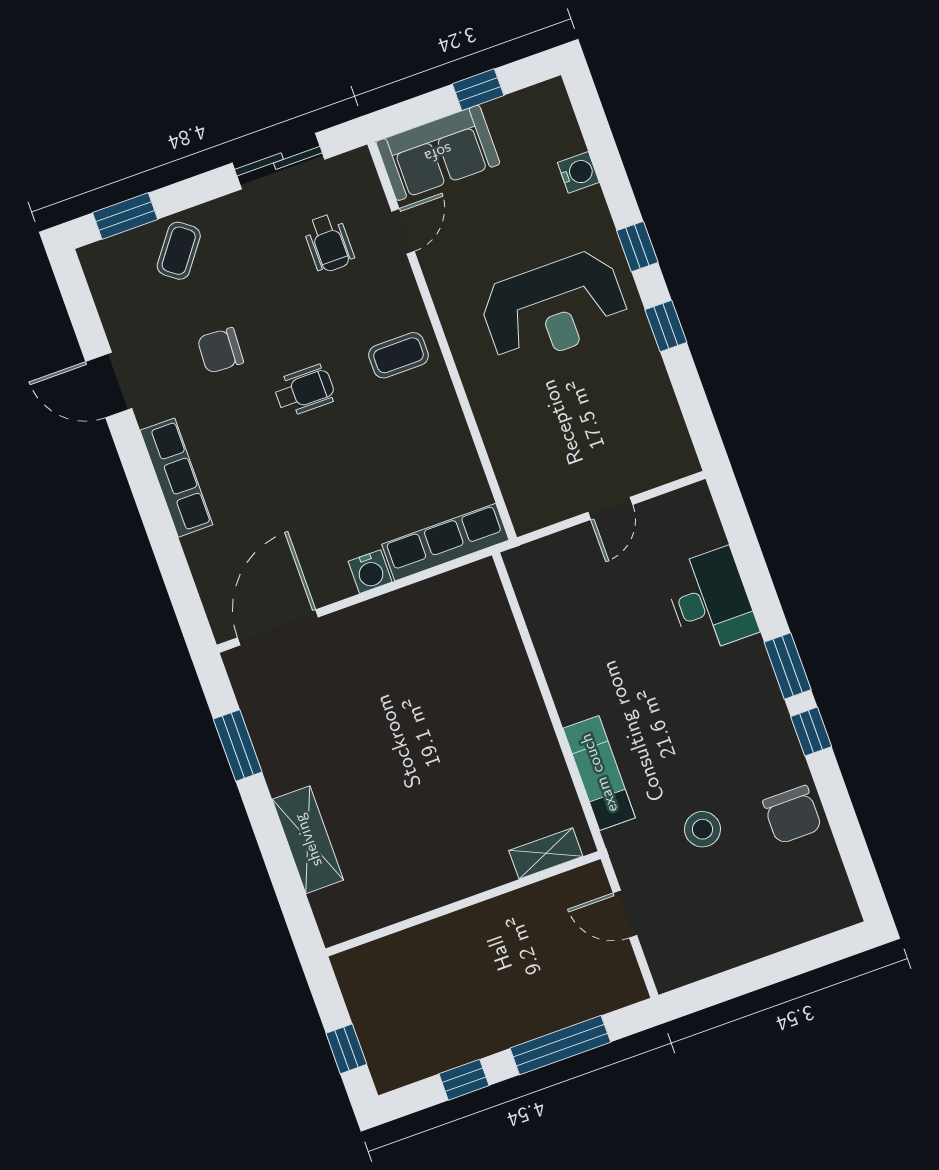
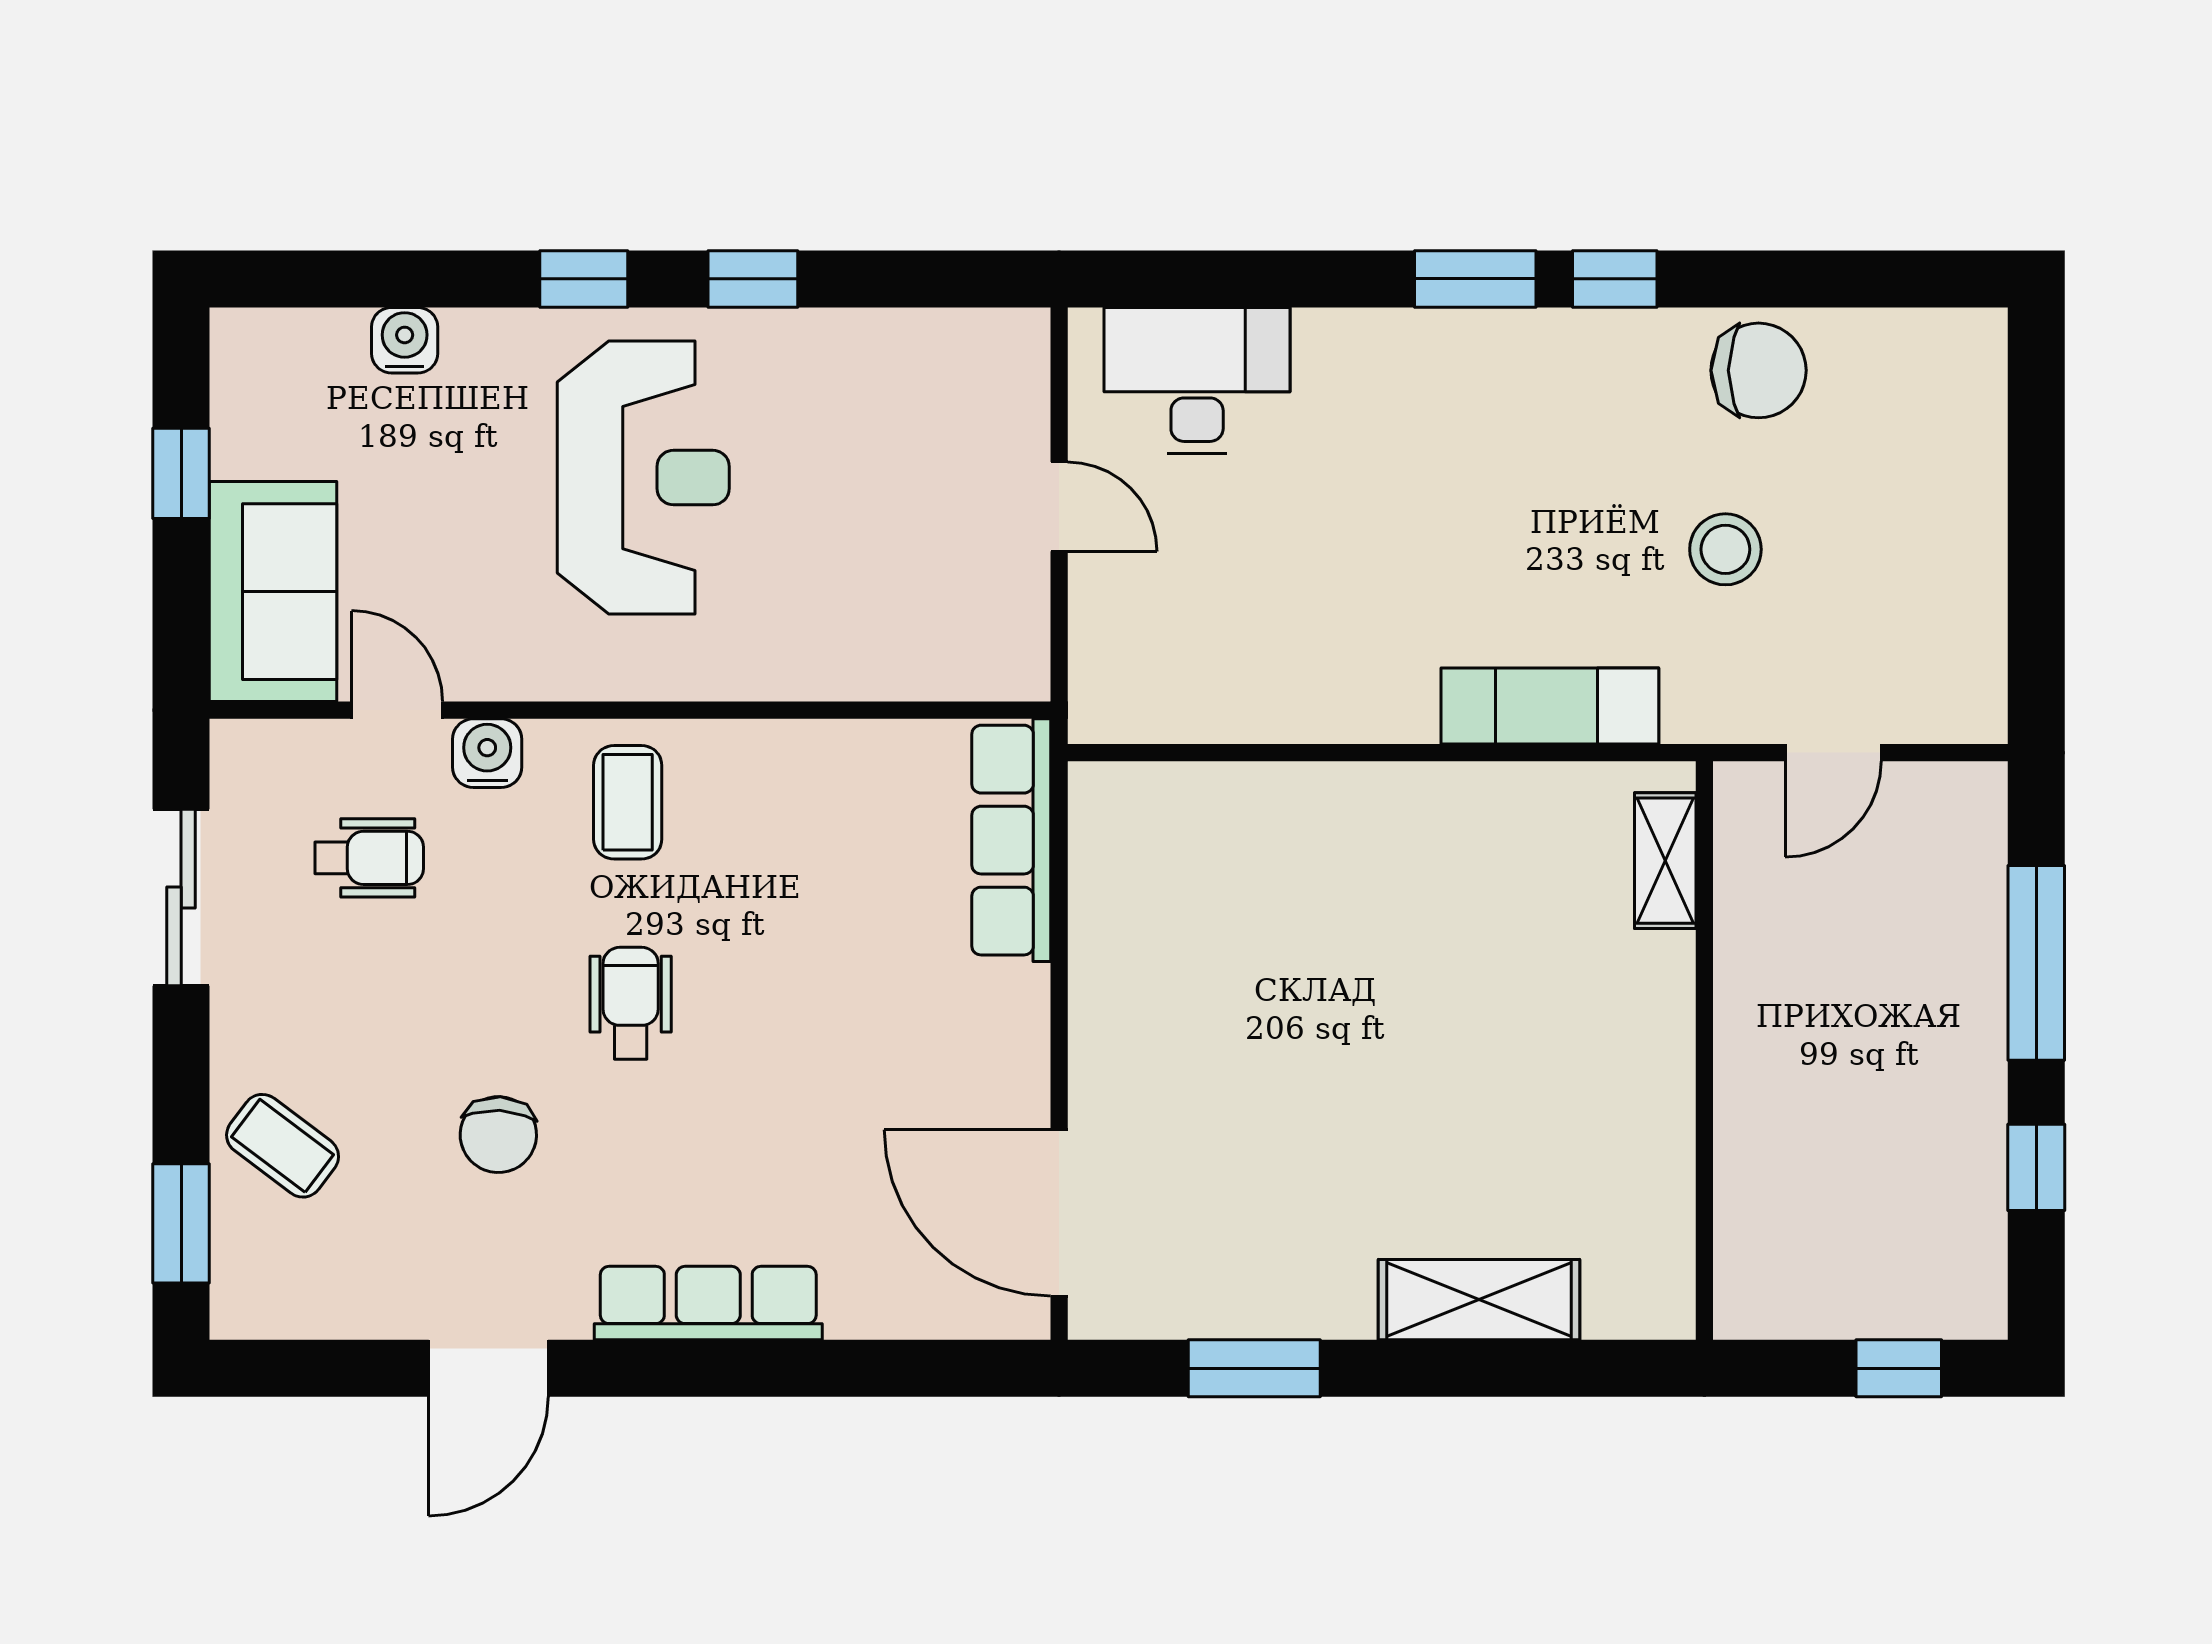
water cooler: (370, 572) -> (487, 753), moved, turned -90
desk: (710, 600) -> (1197, 380), moved

